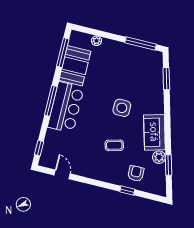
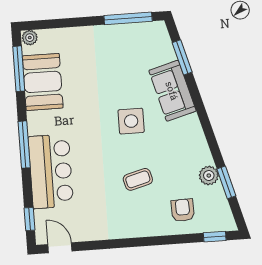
plant: (96, 41) -> (30, 38), moved
bar counter: (66, 107) -> (51, 171), moved
sofa: (154, 132) -> (172, 91), moved
door: (62, 174) -> (60, 248), moved
window: (127, 191) -> (215, 237), moved

